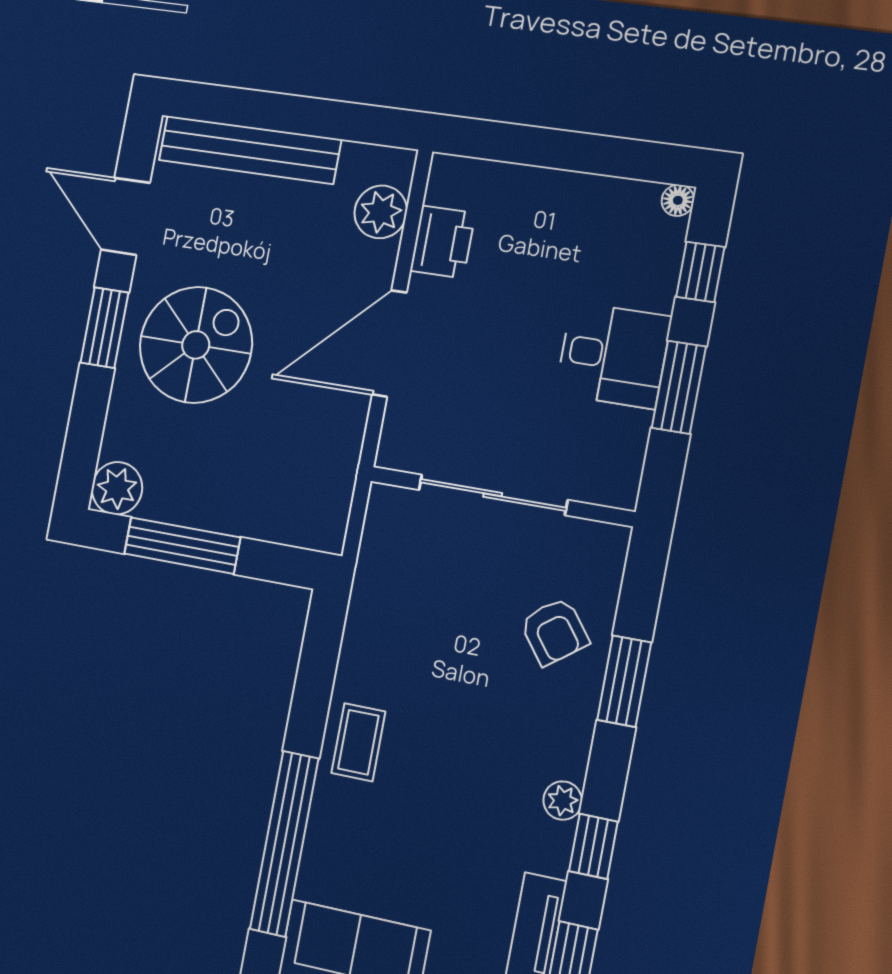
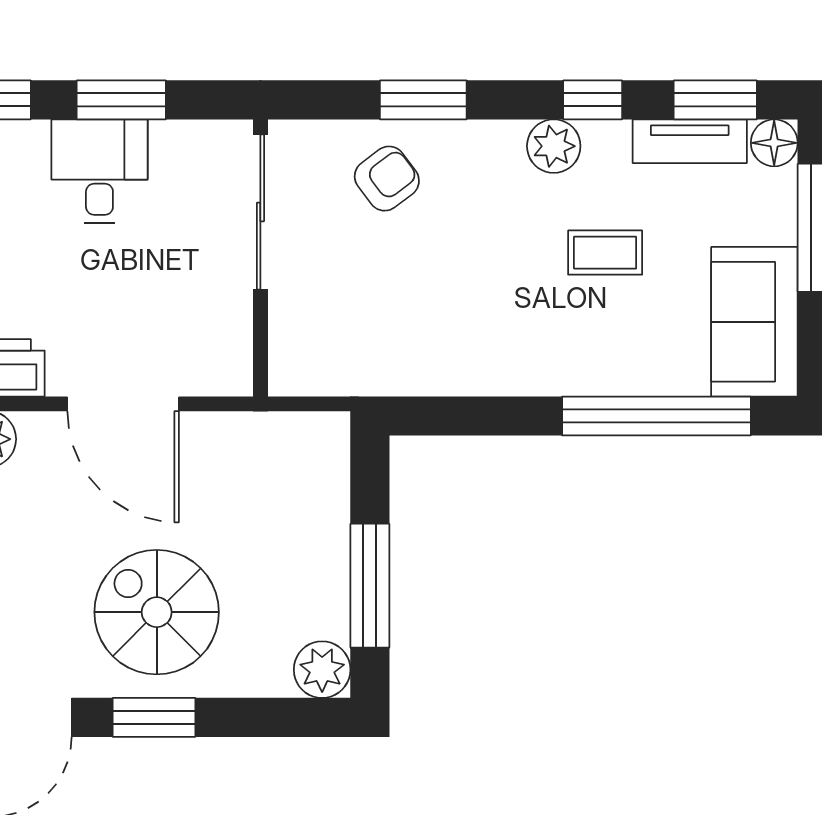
sliding door: (493, 495) -> (260, 212), moved
coffee table: (358, 742) -> (605, 253), moved
plant: (563, 801) -> (554, 146), width x1.38, depth x1.38

